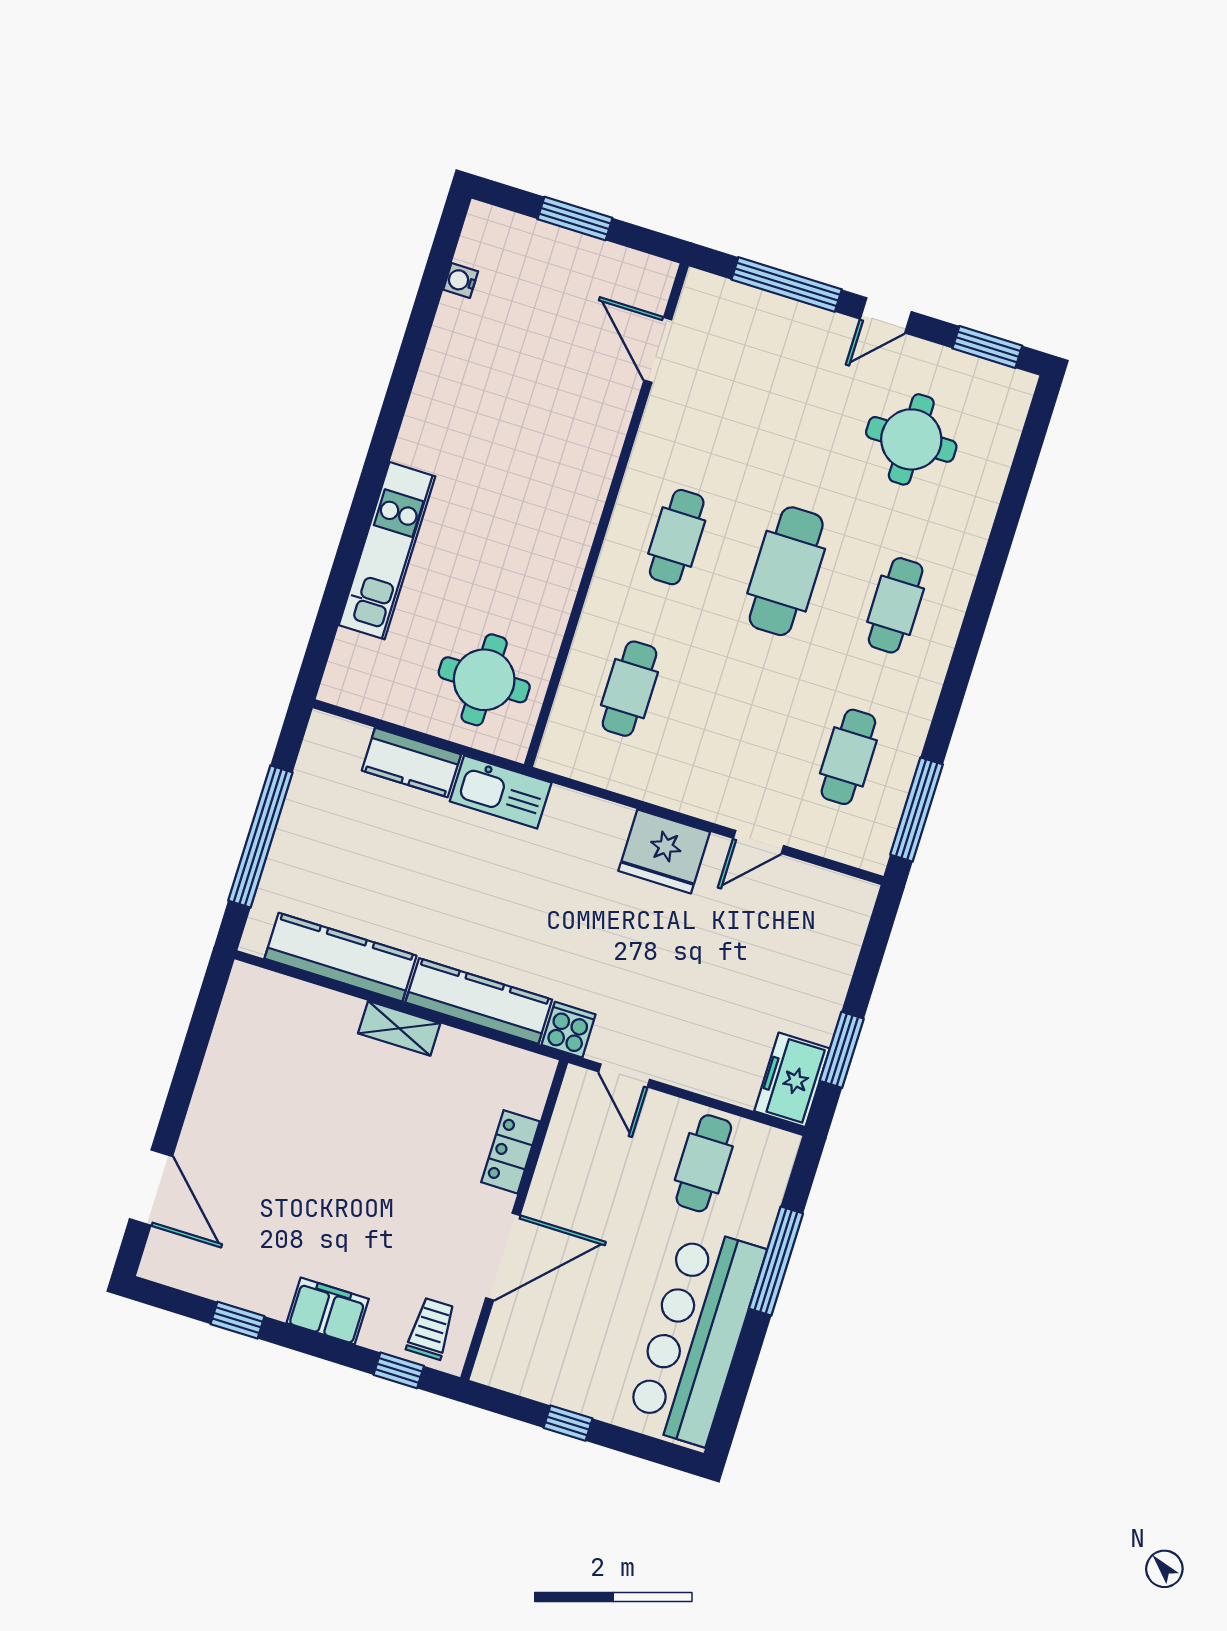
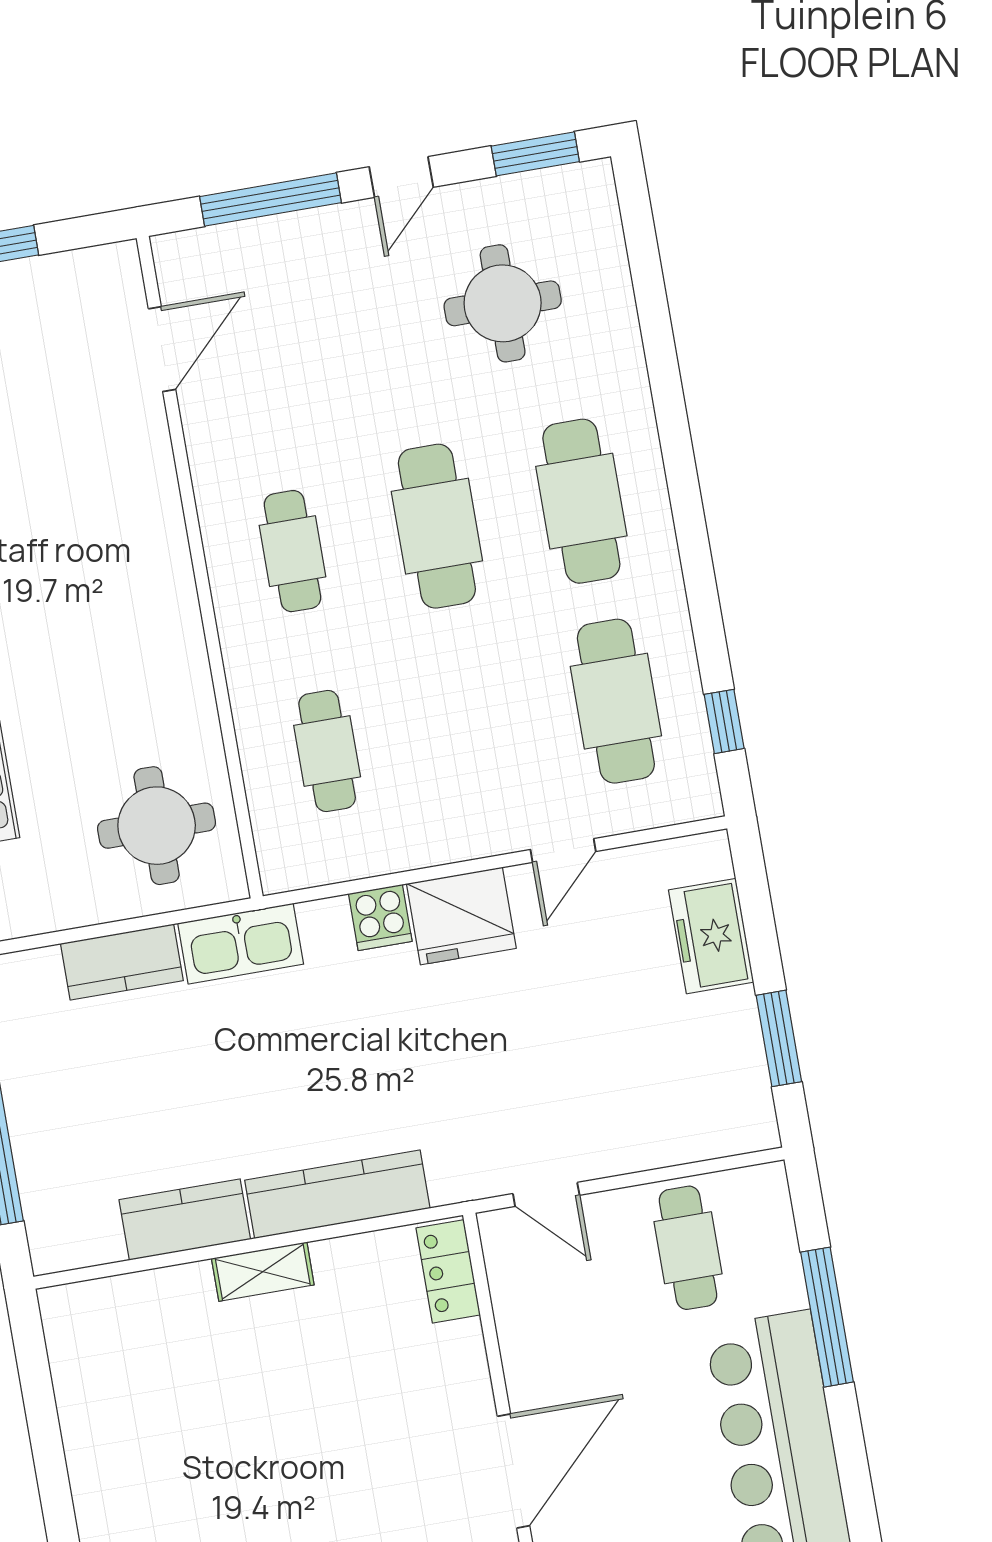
door: (658, 350) -> (162, 349), swing flipped
cafe table: (896, 605) -> (581, 501), width x1.37, depth x1.35
cafe table: (848, 757) -> (616, 701), width x1.37, depth x1.35
window: (917, 810) -> (724, 721), width x0.46
kitchen counter: (340, 957) -> (185, 1220), width x0.67
cooker: (569, 1030) -> (380, 917), moved, turned 180
freezer: (792, 1080) -> (711, 936), moved
locker: (511, 1152) -> (448, 1271), moved

